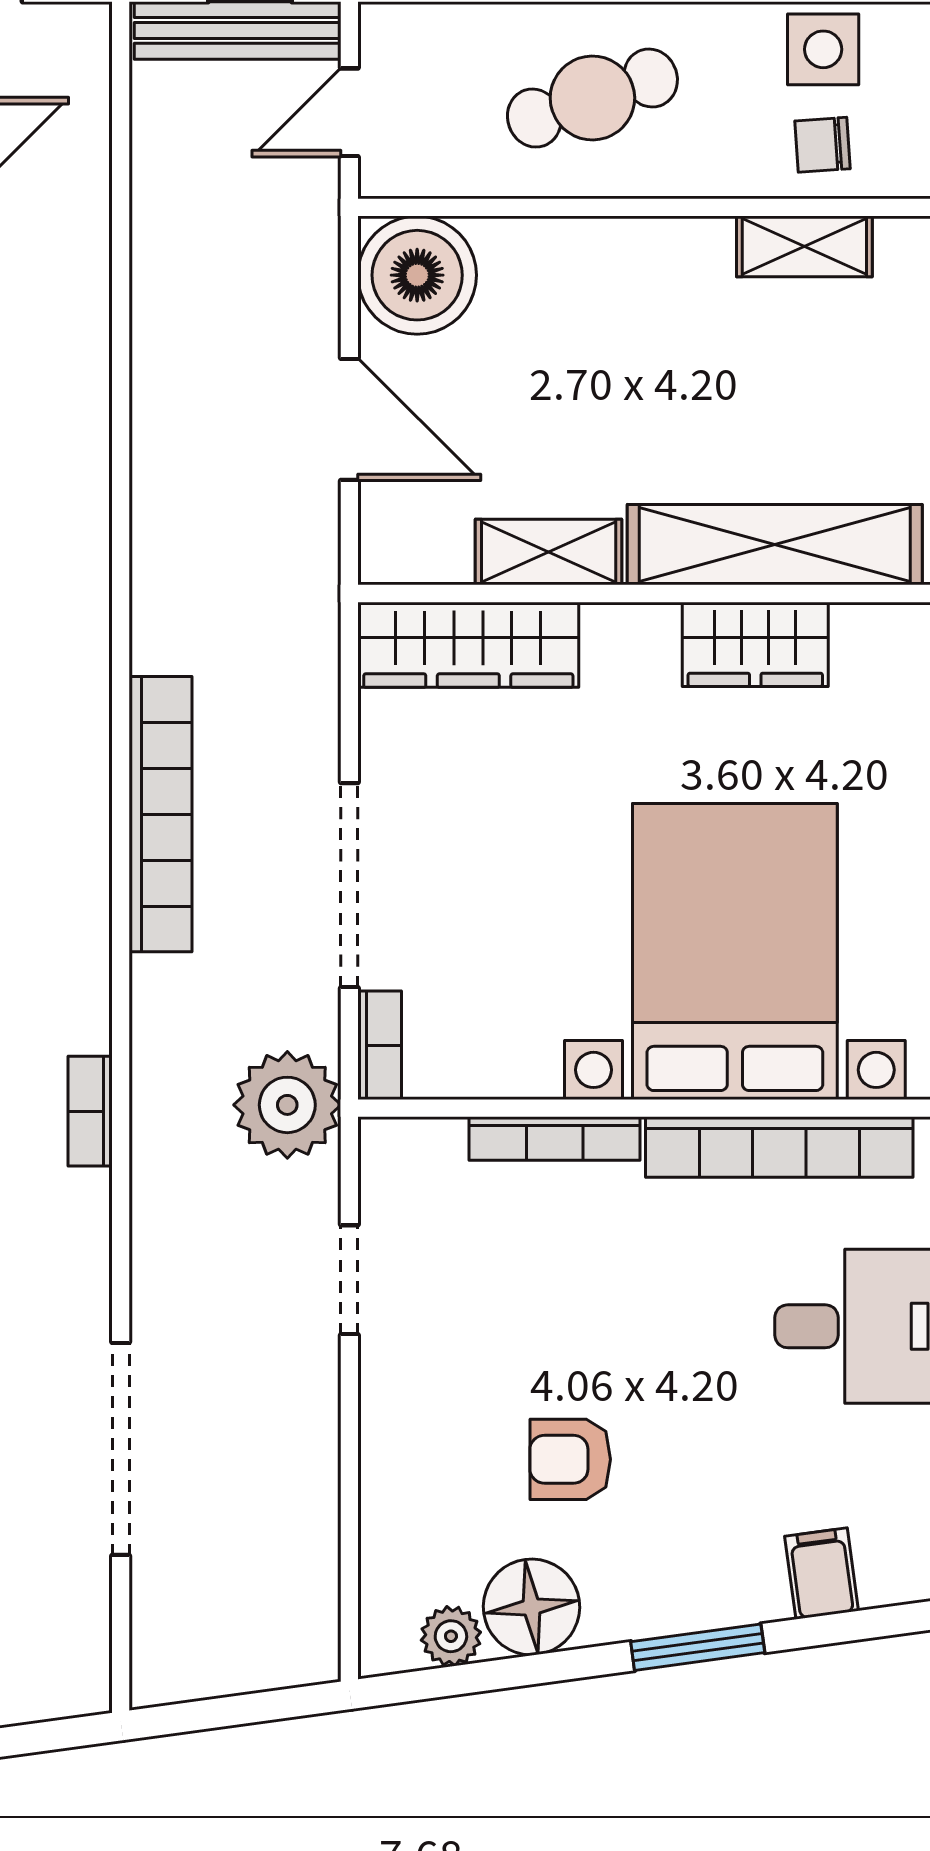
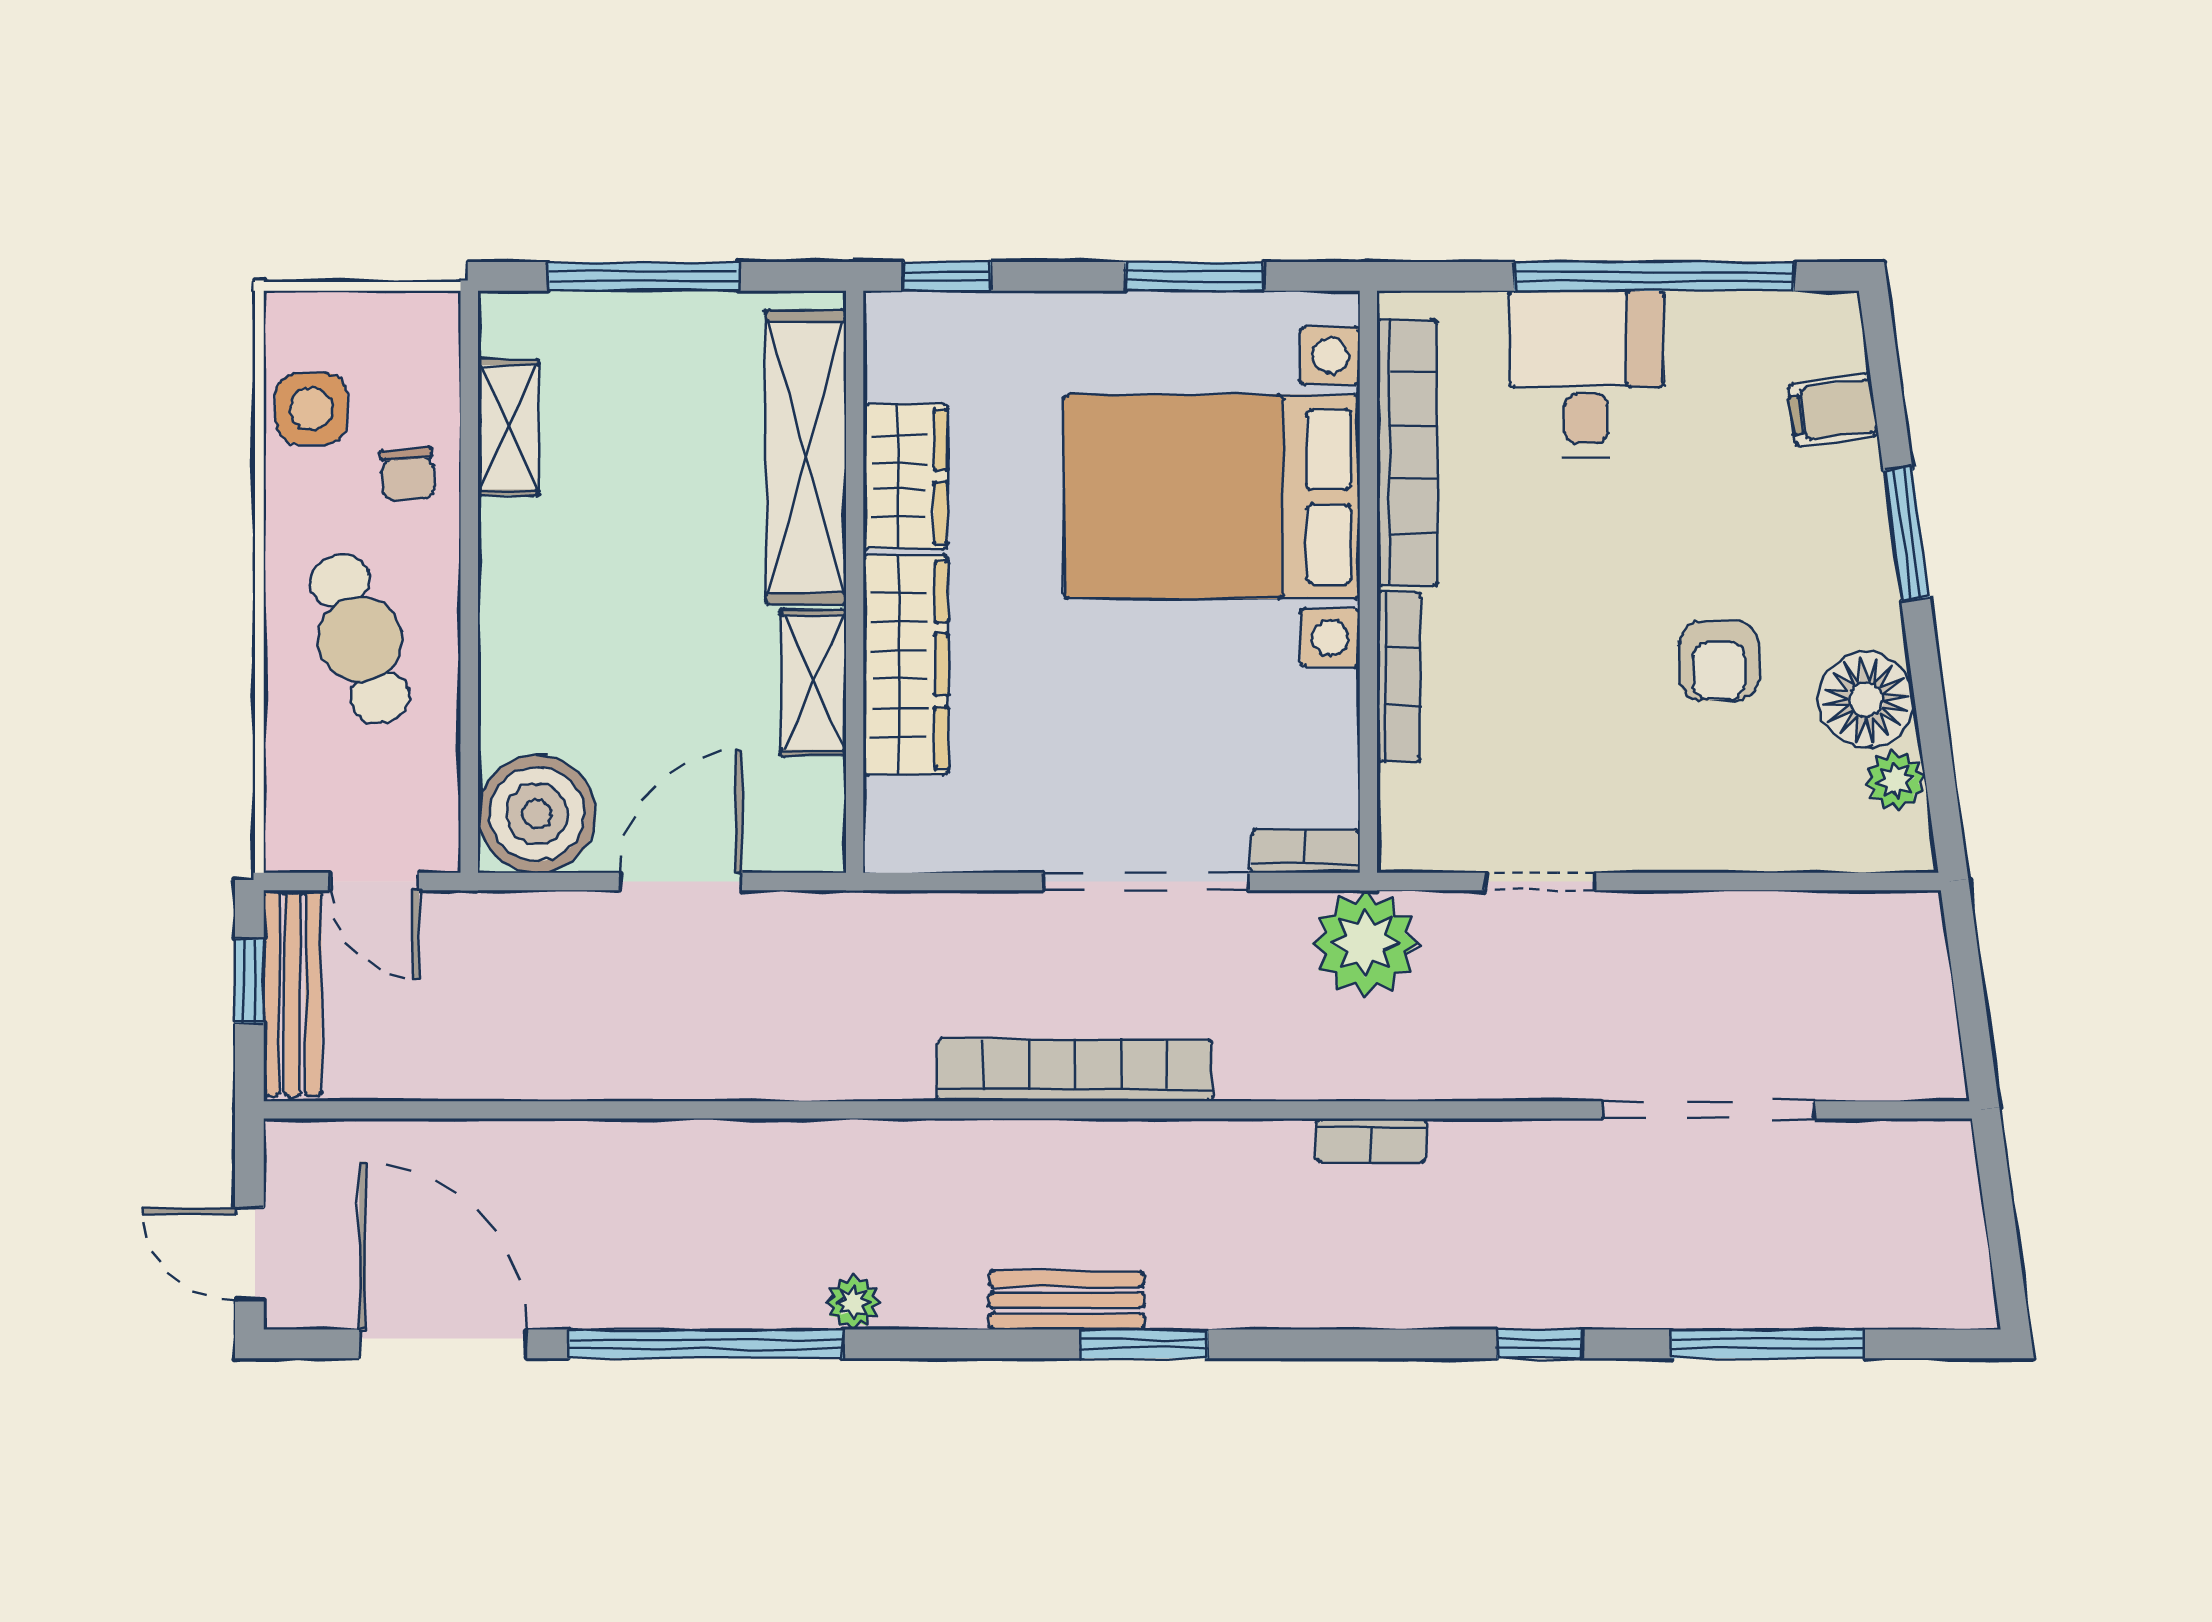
chair: (822, 145) -> (407, 474), moved
wardrobe: (468, 645) -> (906, 665), moved

